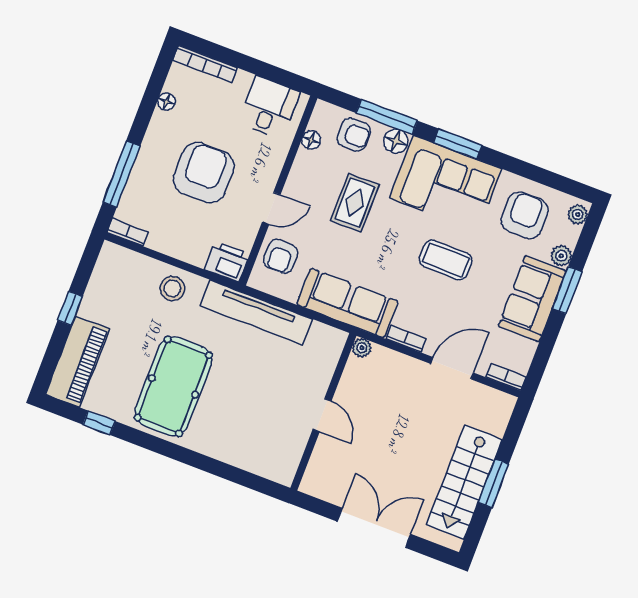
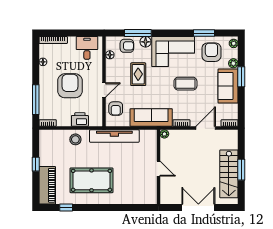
window: (458, 144) -> (204, 33), moved
printer: (227, 262) -> (80, 119), moved
pool table: (173, 386) -> (92, 180), turned 90

